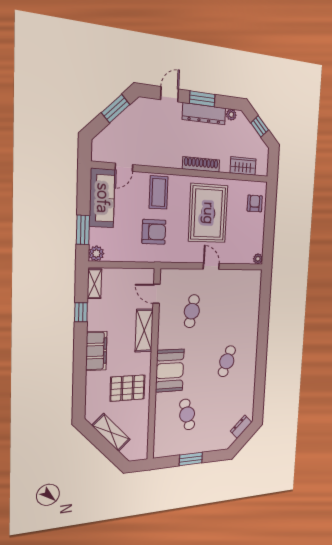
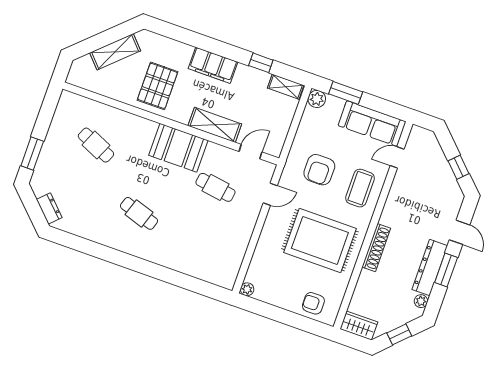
window: (116, 109) -> (459, 167), width x0.67
wardrobe: (243, 166) -> (359, 326), moved, turned -90
door: (124, 167) -> (397, 157), hinge flipped
coffee table: (159, 192) -> (360, 188), turned 90
armchair: (255, 203) -> (313, 303), turned 180
door: (211, 266) -> (270, 194), moved
booth: (170, 371) -> (178, 148), moved
cafe table: (187, 414) -> (96, 145), turned 39
window: (191, 459) -> (32, 154), moved

